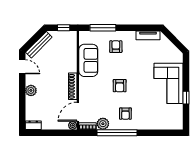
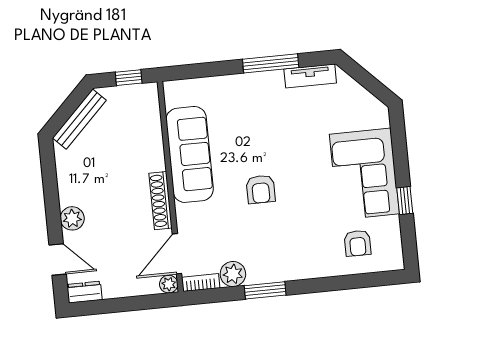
window: (103, 28) -> (271, 63), moved
armchair: (116, 47) -> (244, 107), removed
sofa: (88, 60) -> (190, 154), width x1.36
door: (22, 67) -> (58, 259), moved
armchair: (125, 114) -> (358, 243), moved
window: (117, 133) -> (265, 290), width x0.47

